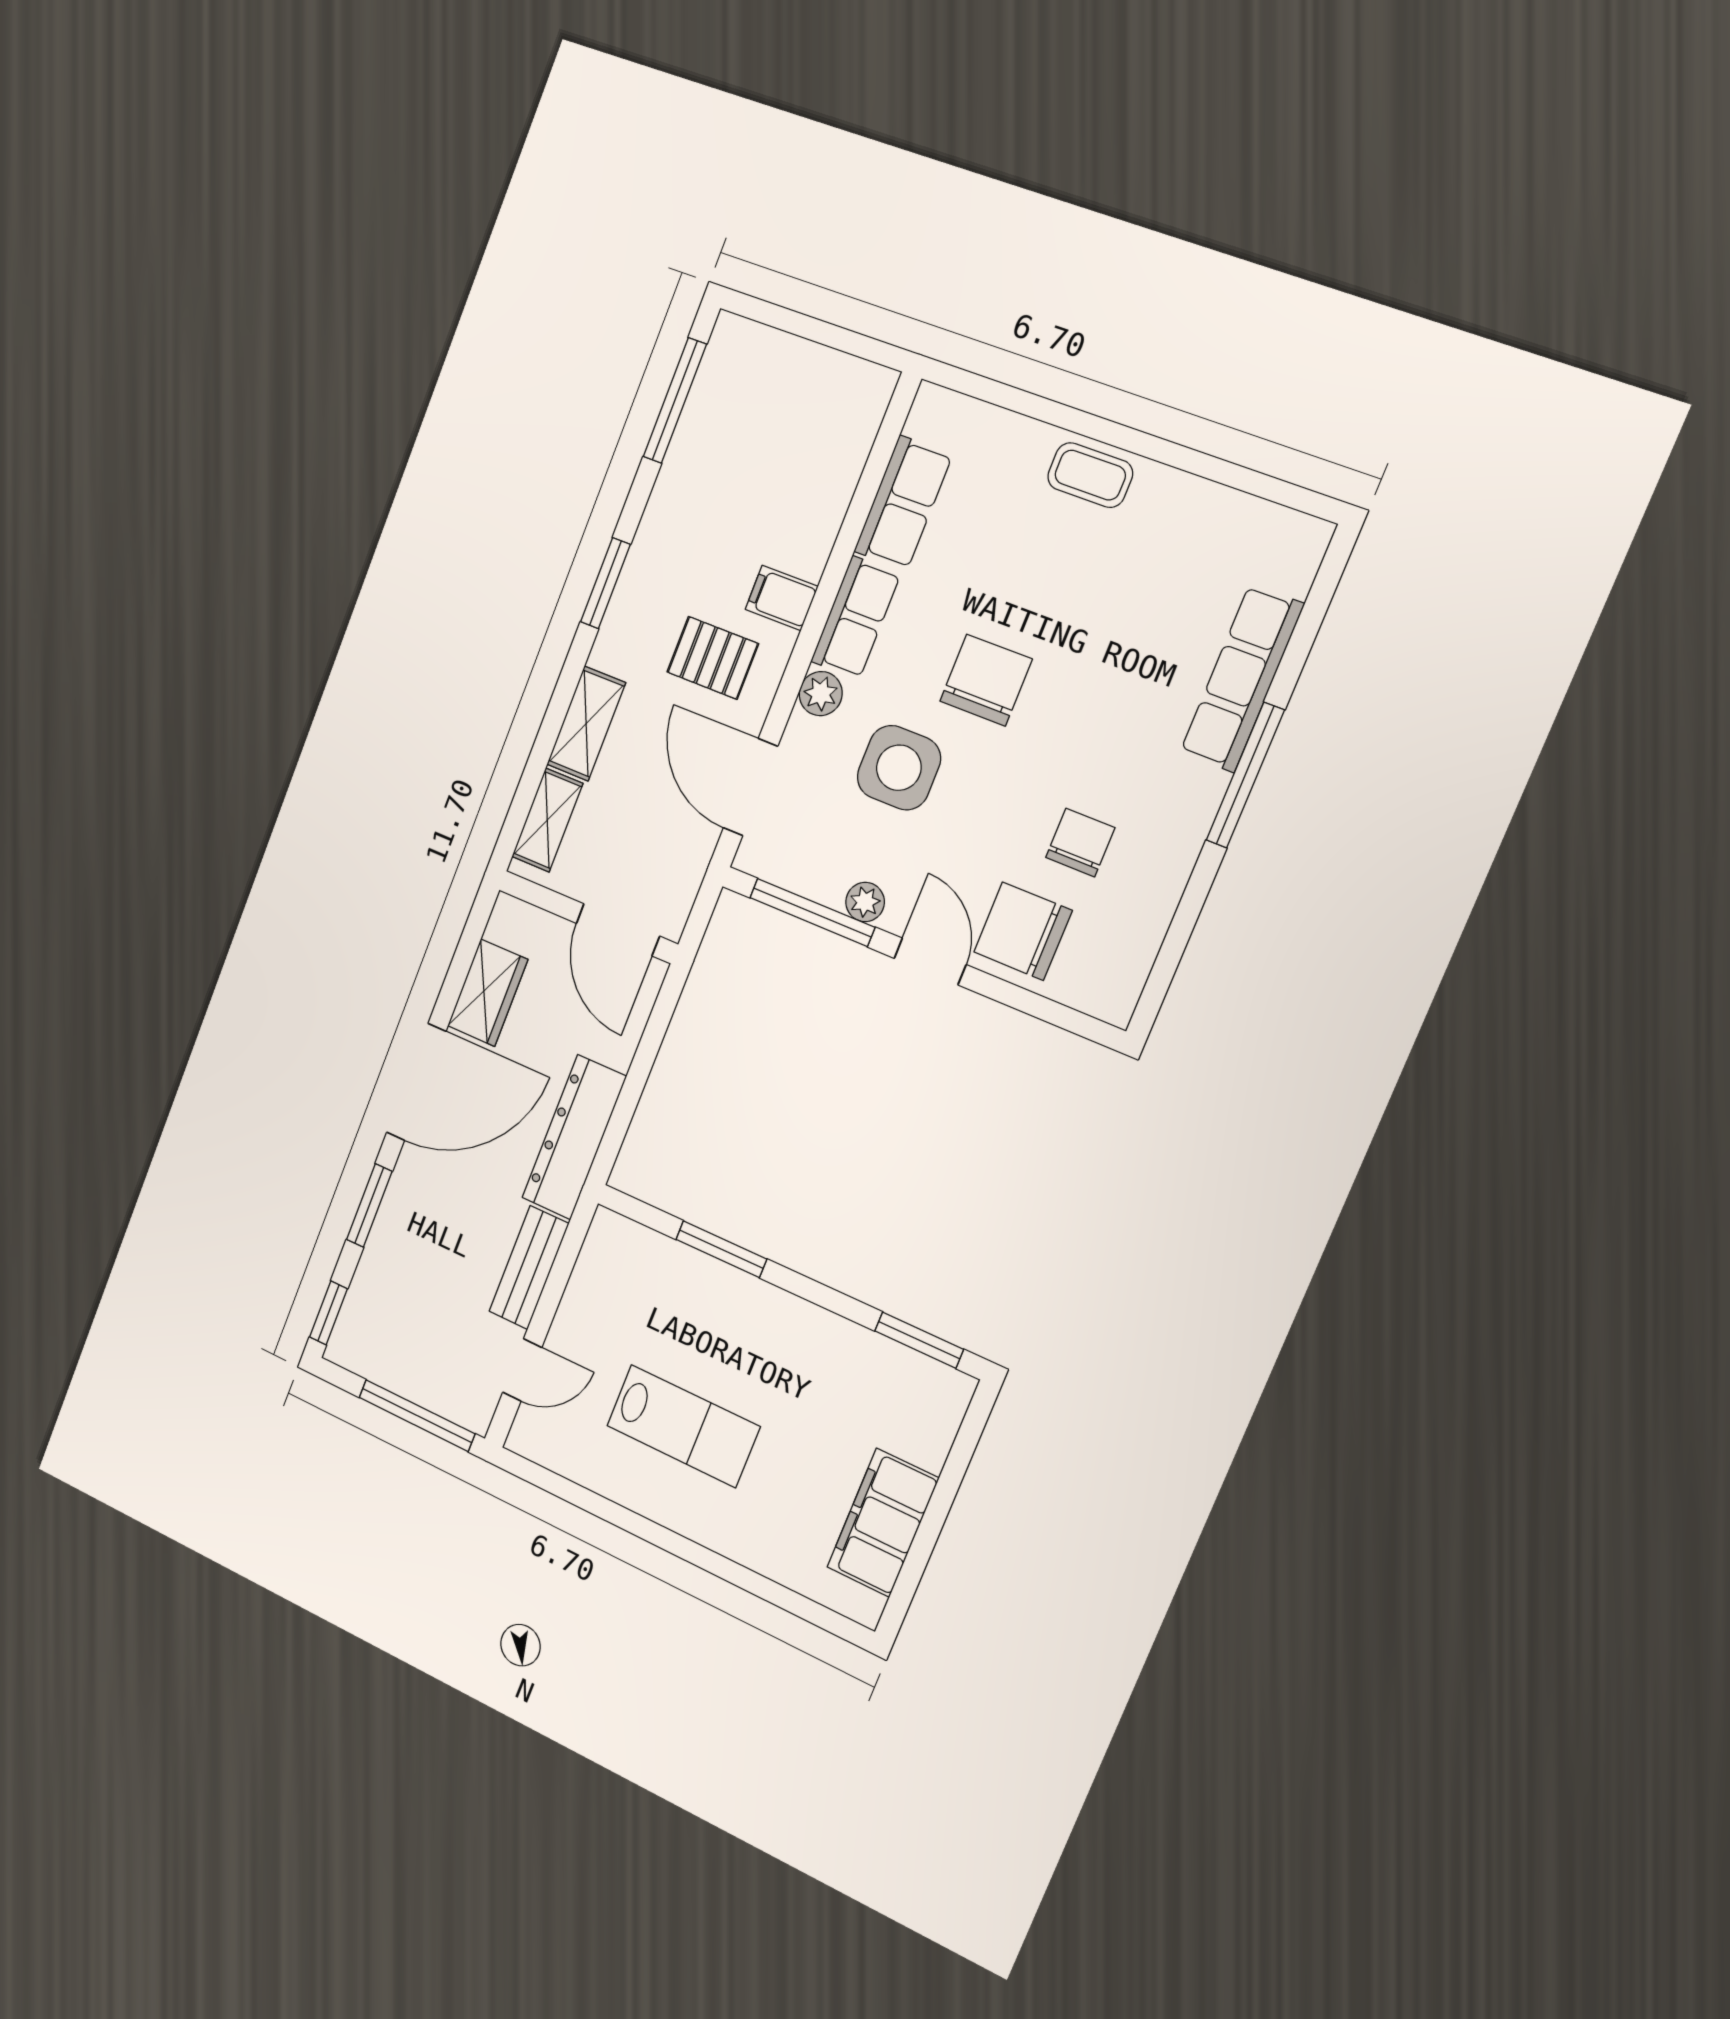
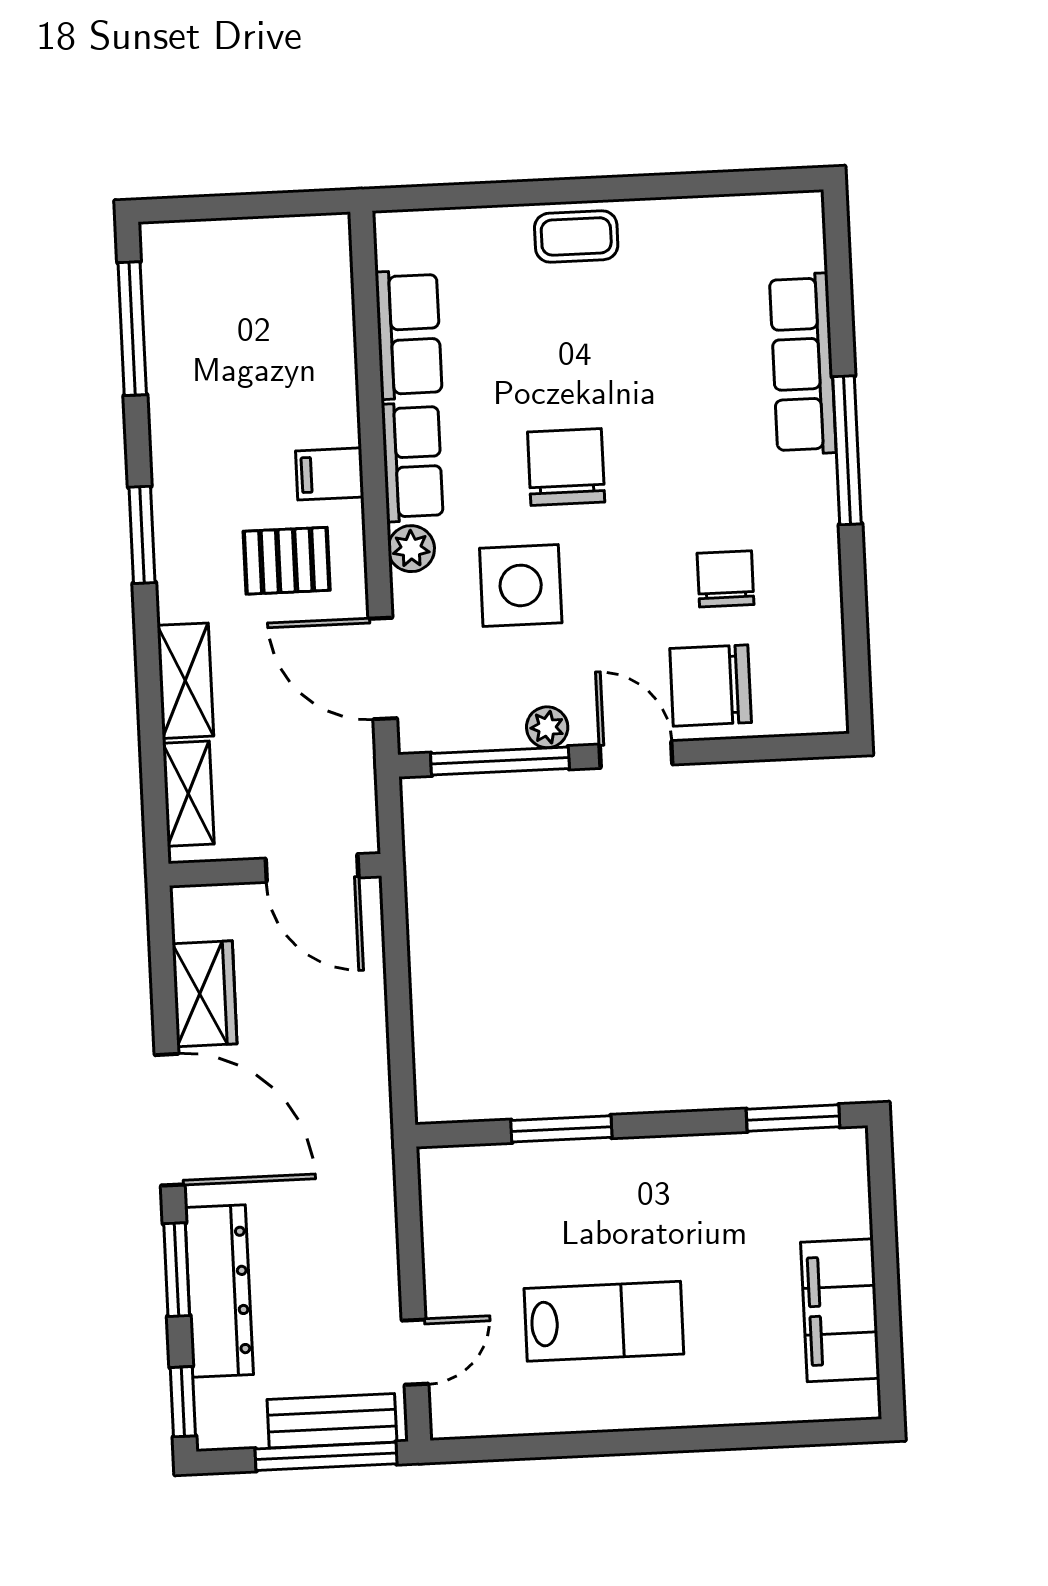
door: (416, 1082) -> (170, 1120), hinge flipped
dresser: (574, 1137) -> (219, 1291), moved, turned 180
bench: (529, 1268) -> (332, 1421), moved, turned 90

